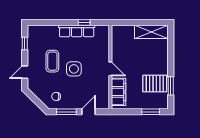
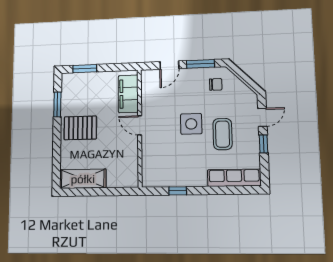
row of seats: (77, 31) -> (234, 178), moved
window: (25, 43) -> (263, 144), moved
pallet: (155, 84) -> (80, 128), moved

